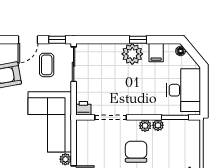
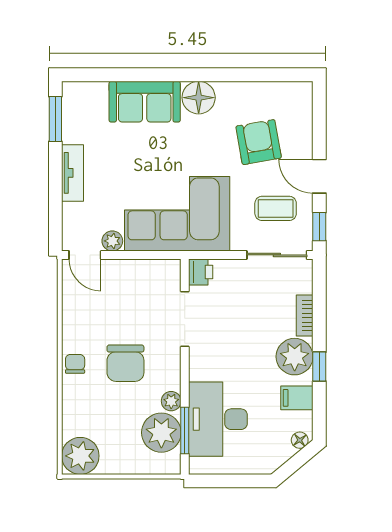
bookcase: (109, 48) -> (305, 316), added
desk: (183, 90) -> (218, 419), moved, turned 90
plant: (145, 126) -> (161, 433), moved, width x1.87, depth x1.87
chair: (136, 152) -> (125, 363), turned 90

